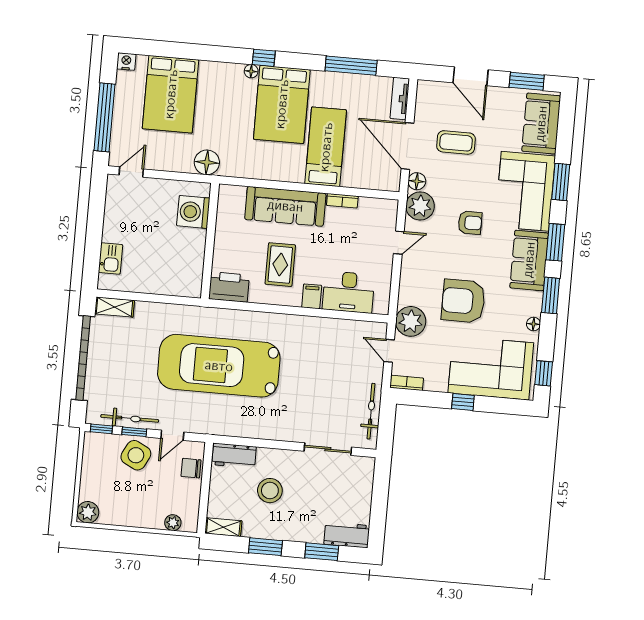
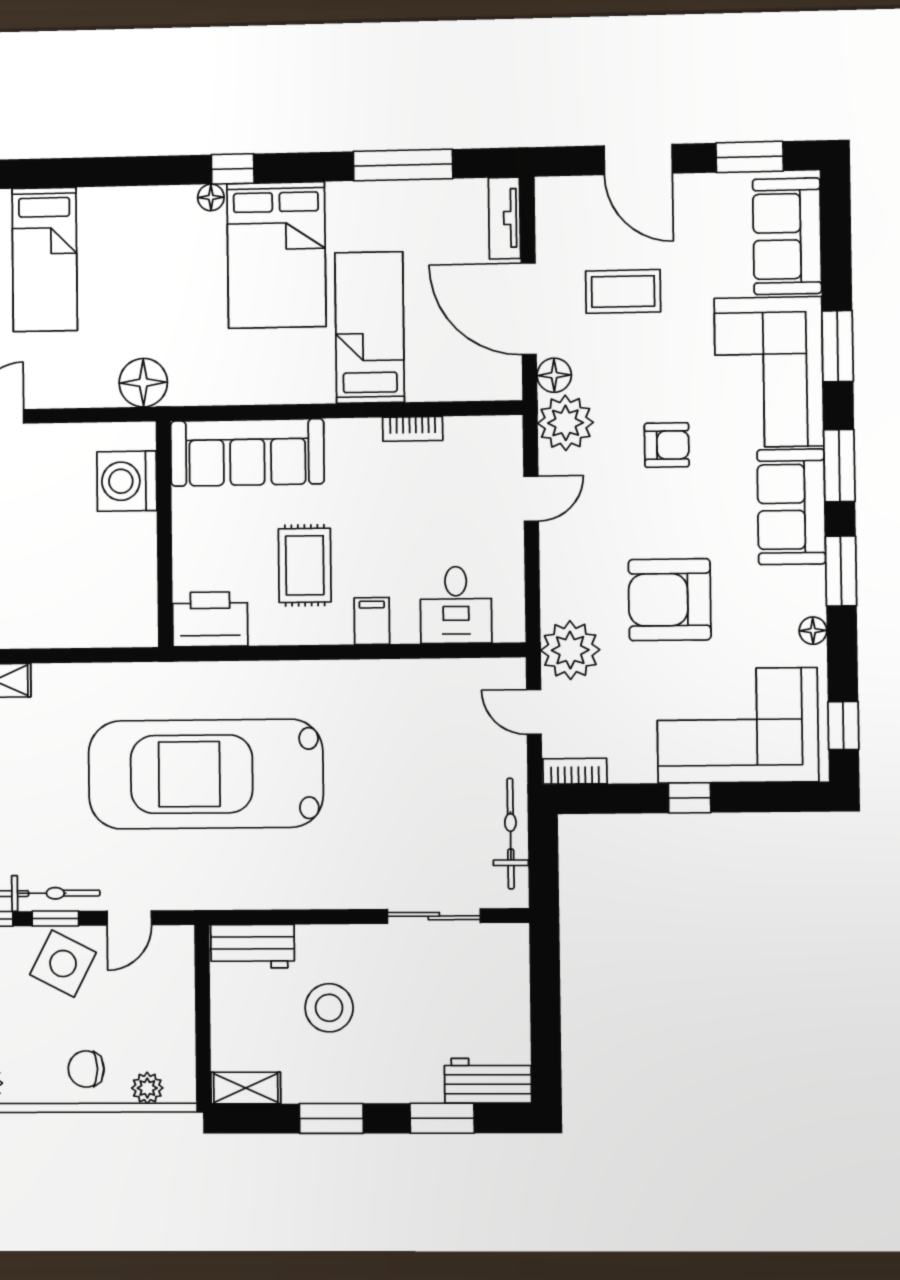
bed: (171, 94) -> (45, 259), width x0.67
sofa: (285, 206) -> (247, 452), moved
desk: (348, 292) -> (456, 605), width x0.73
chair: (191, 468) -> (86, 1069), moved

